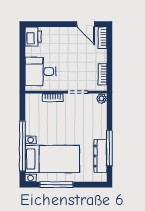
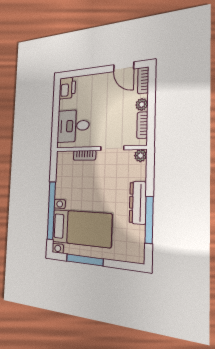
plant: (102, 57) -> (142, 105), added
dresser: (100, 156) -> (138, 203), moved

